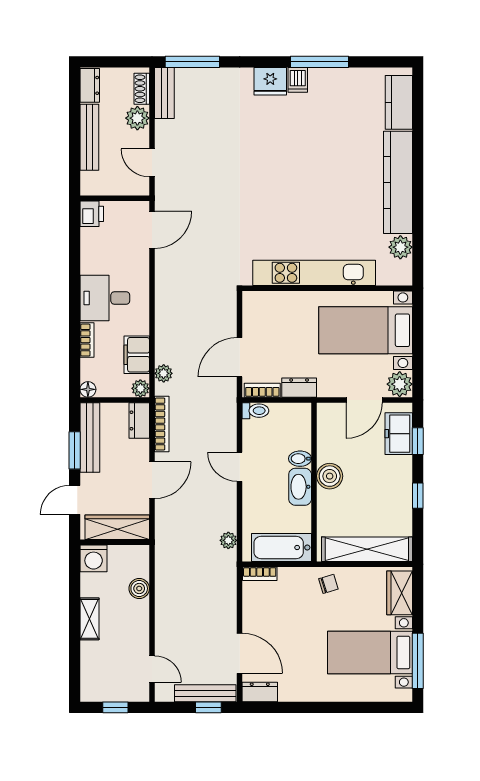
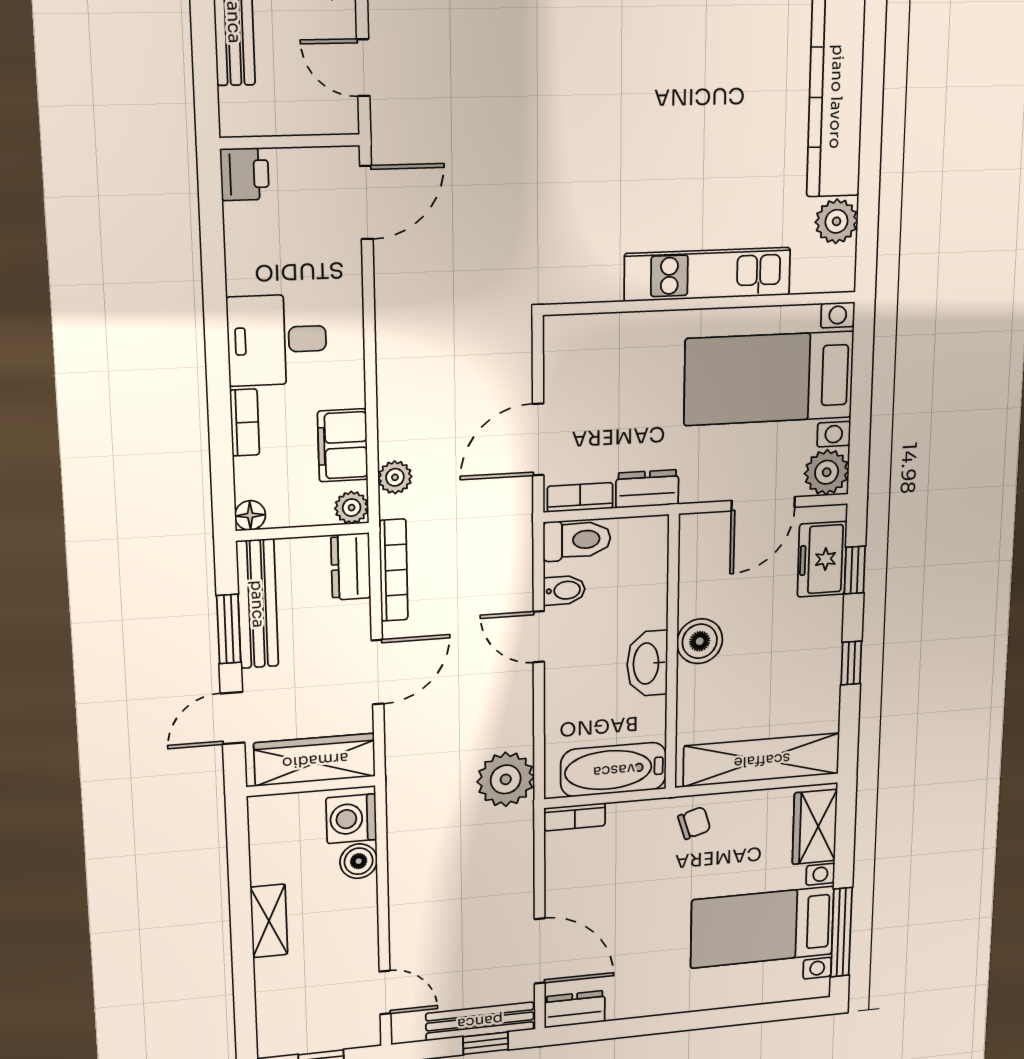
kitchen unit: (314, 273) -> (708, 274), width x0.73
toilet: (255, 411) -> (577, 540), width x1.37, depth x1.39
bidet: (300, 459) -> (564, 590), moved, turned 180
plant: (228, 540) -> (506, 779), width x1.87, depth x1.87
washing machine: (94, 558) -> (351, 819), moved, turned 90

